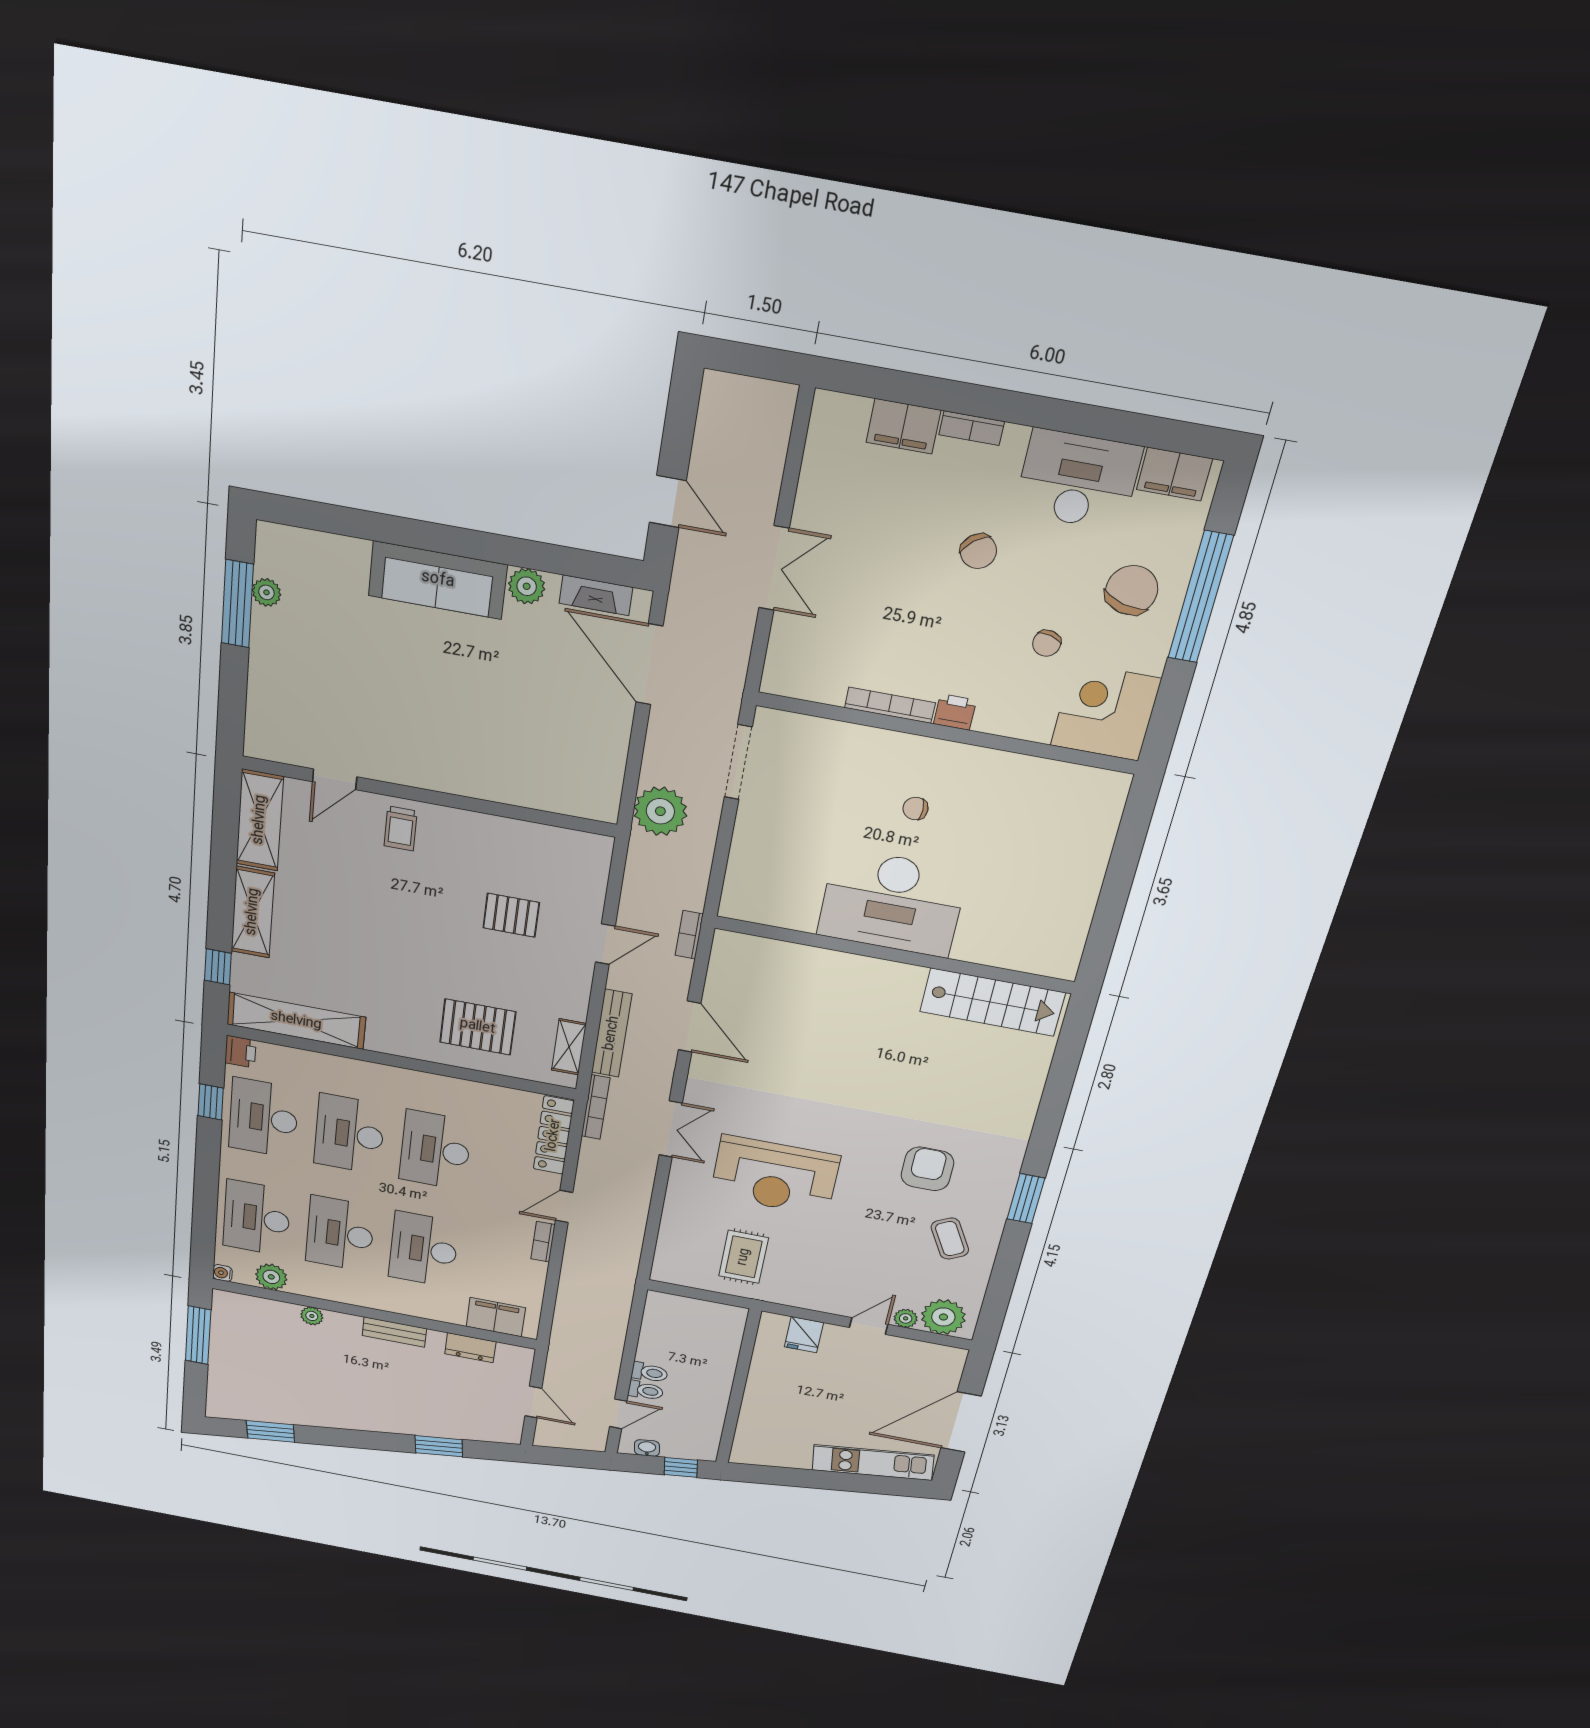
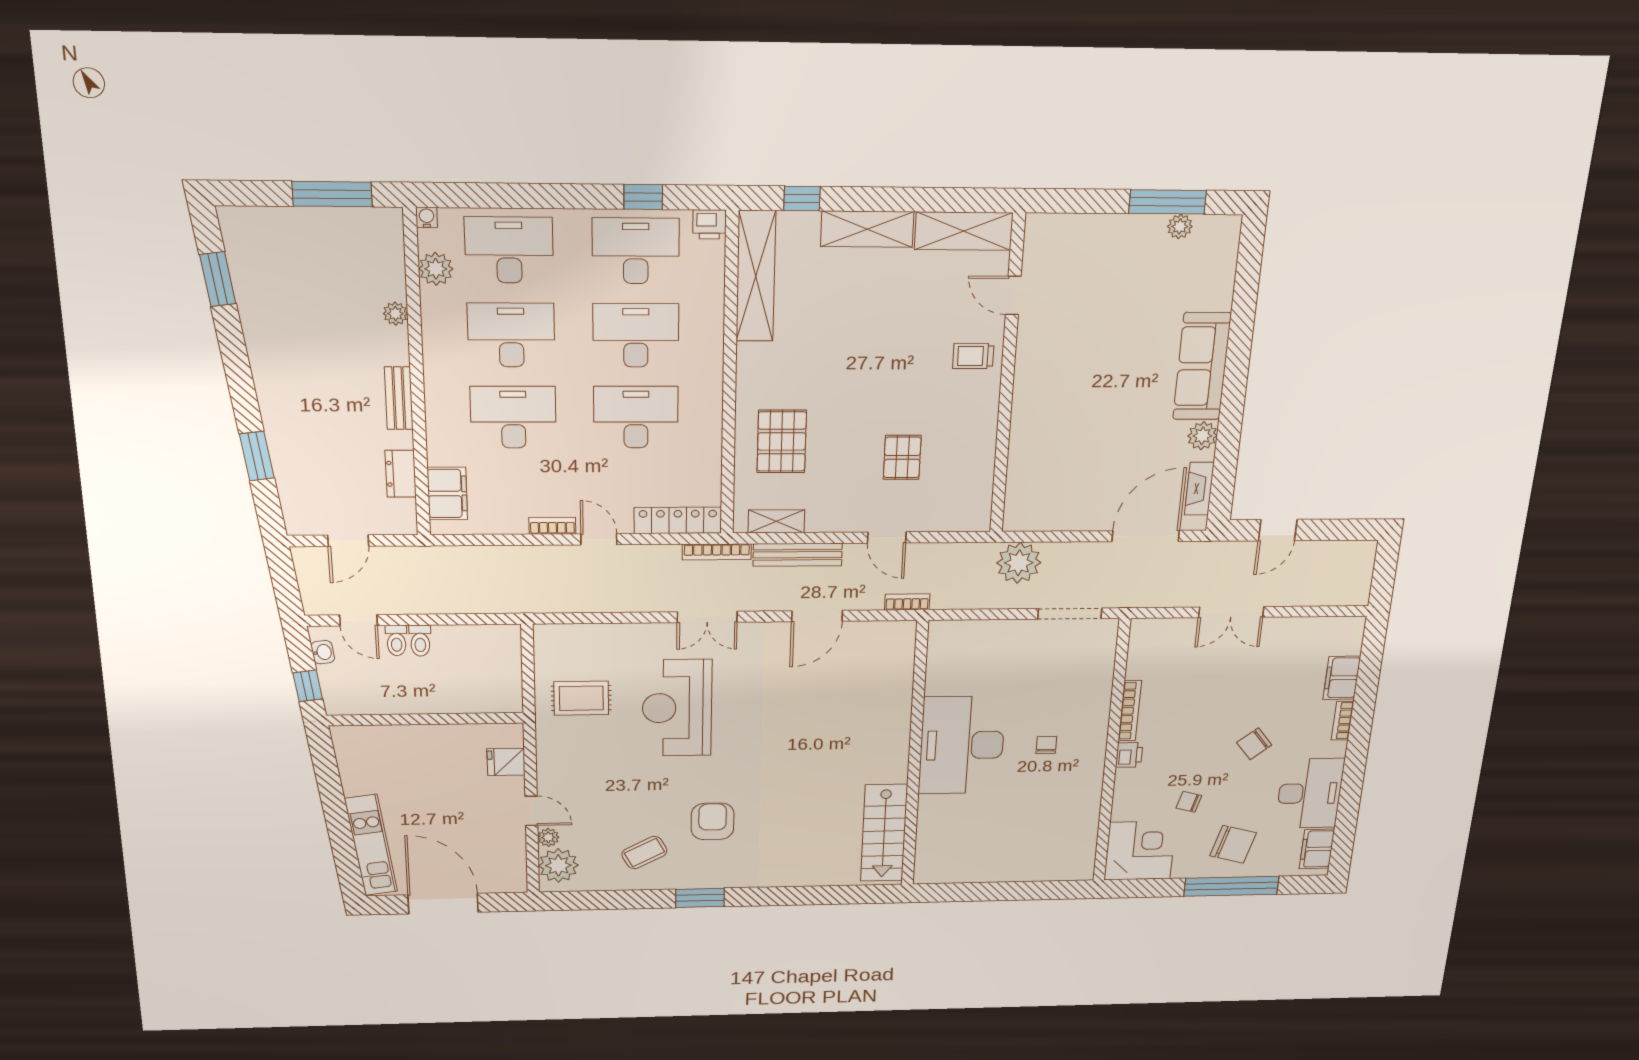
armchair: (927, 1169) -> (713, 821), turned -90

